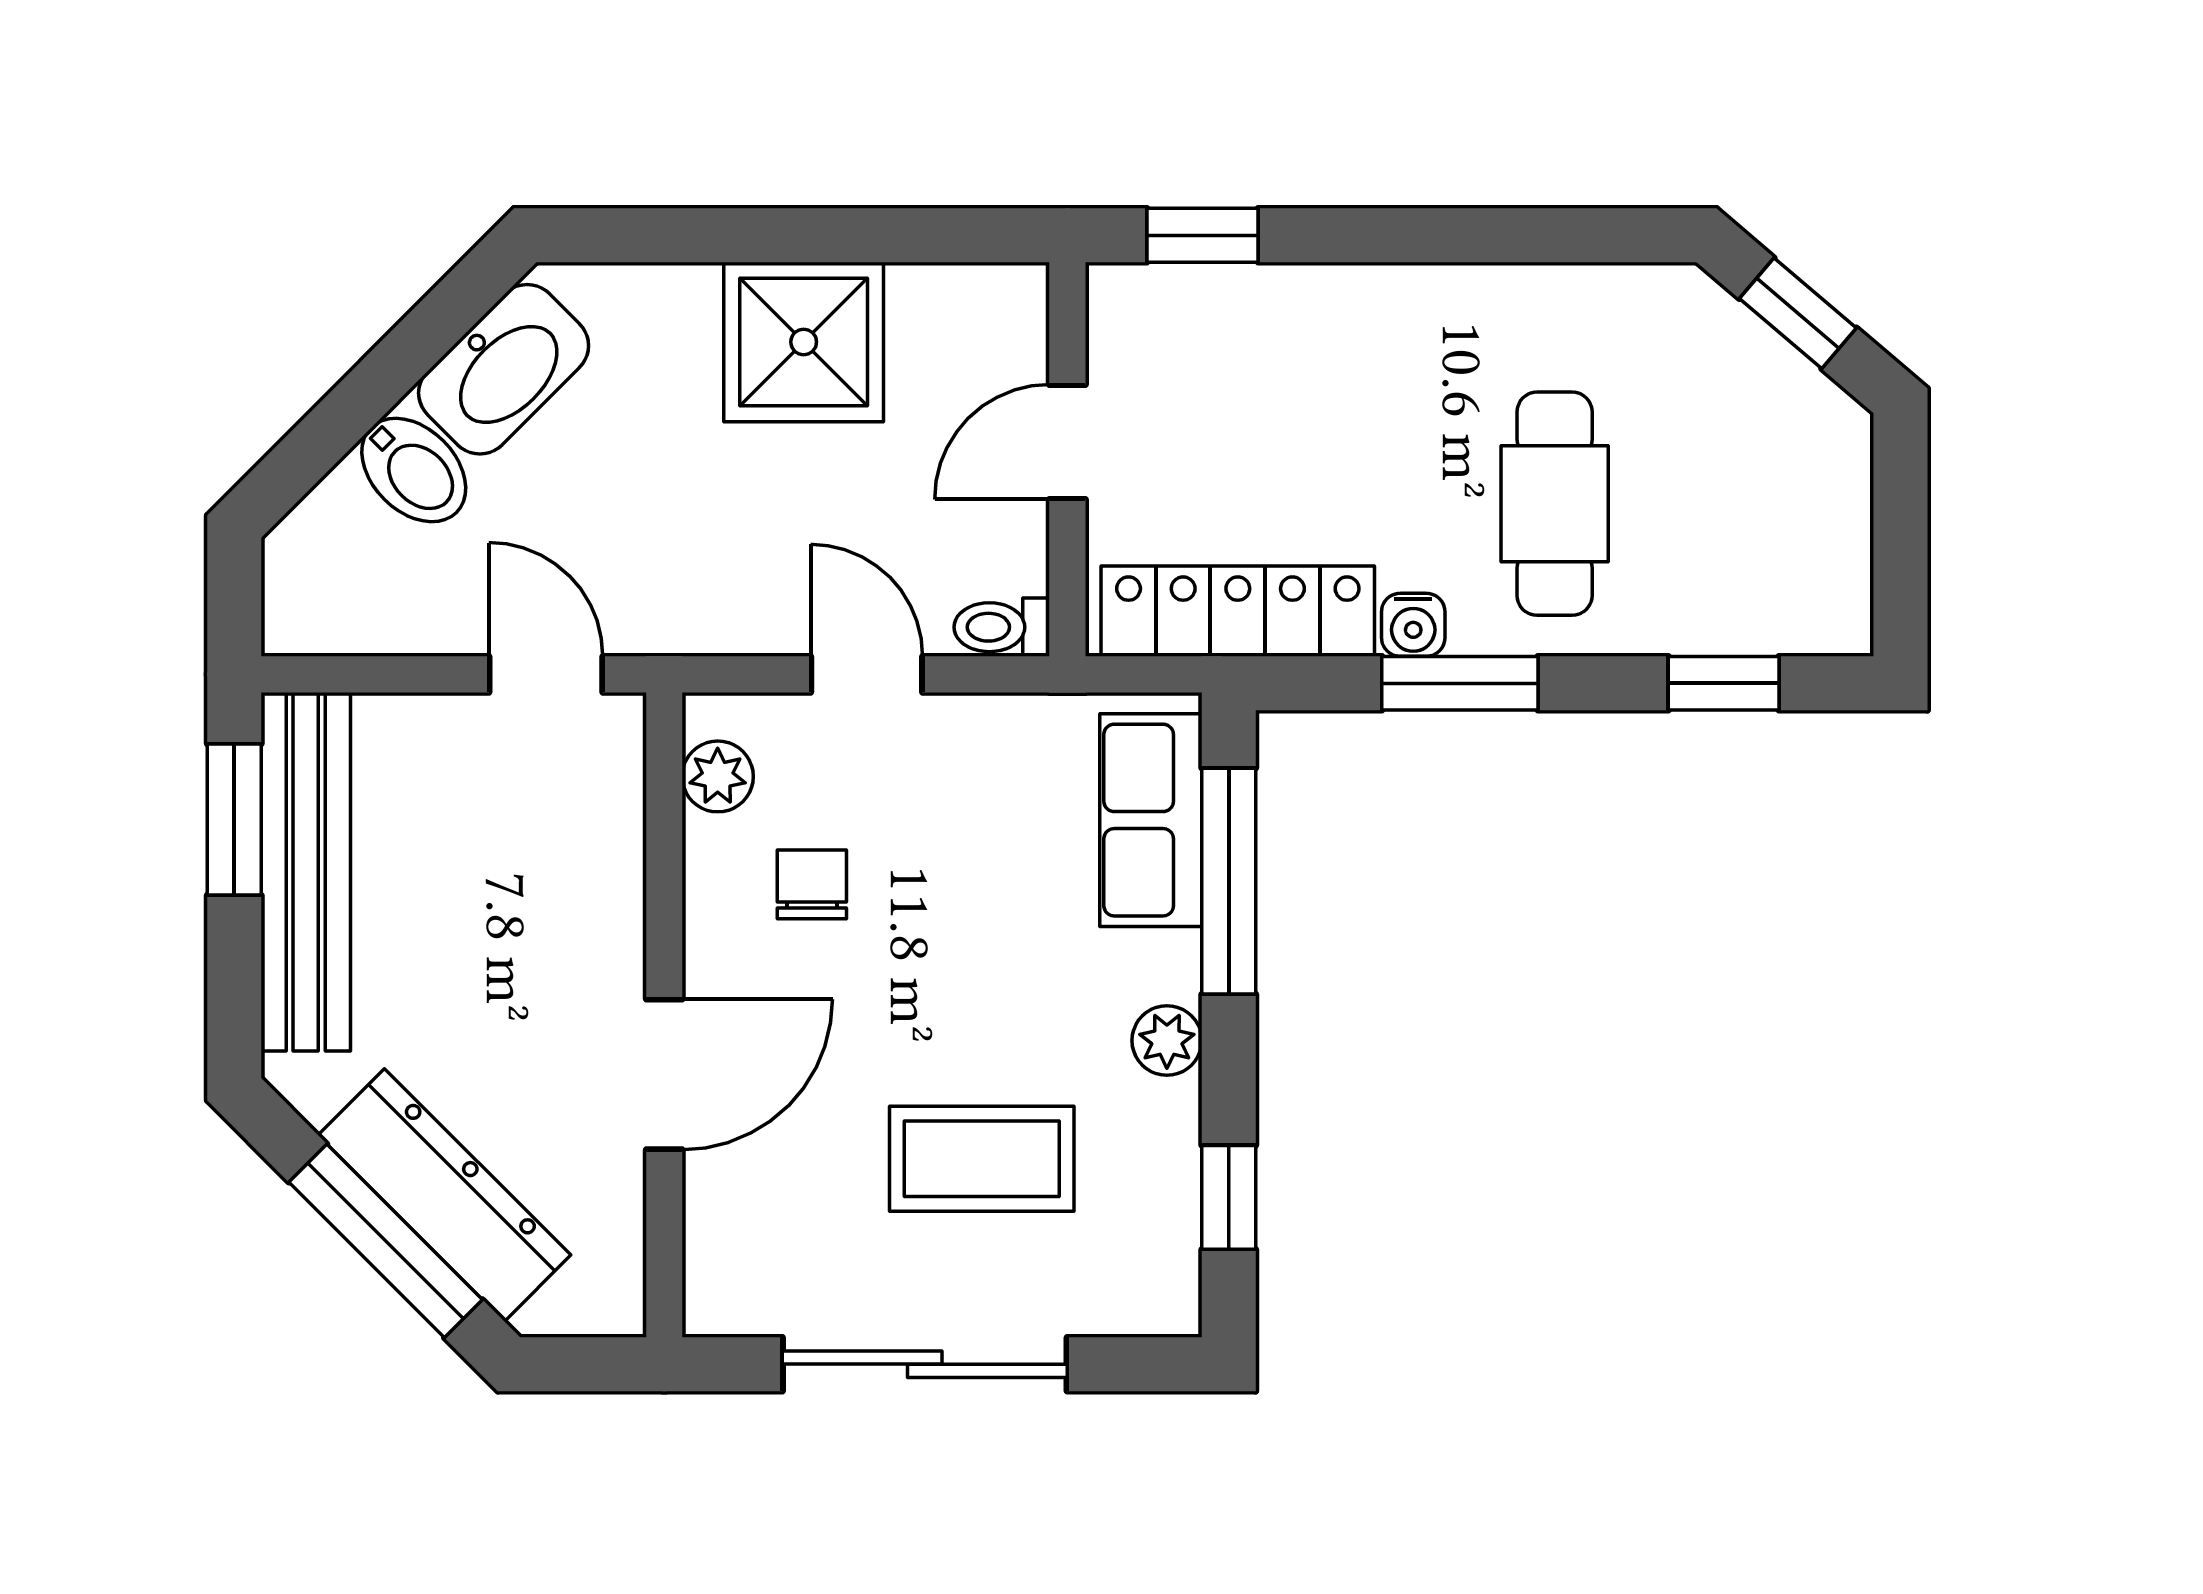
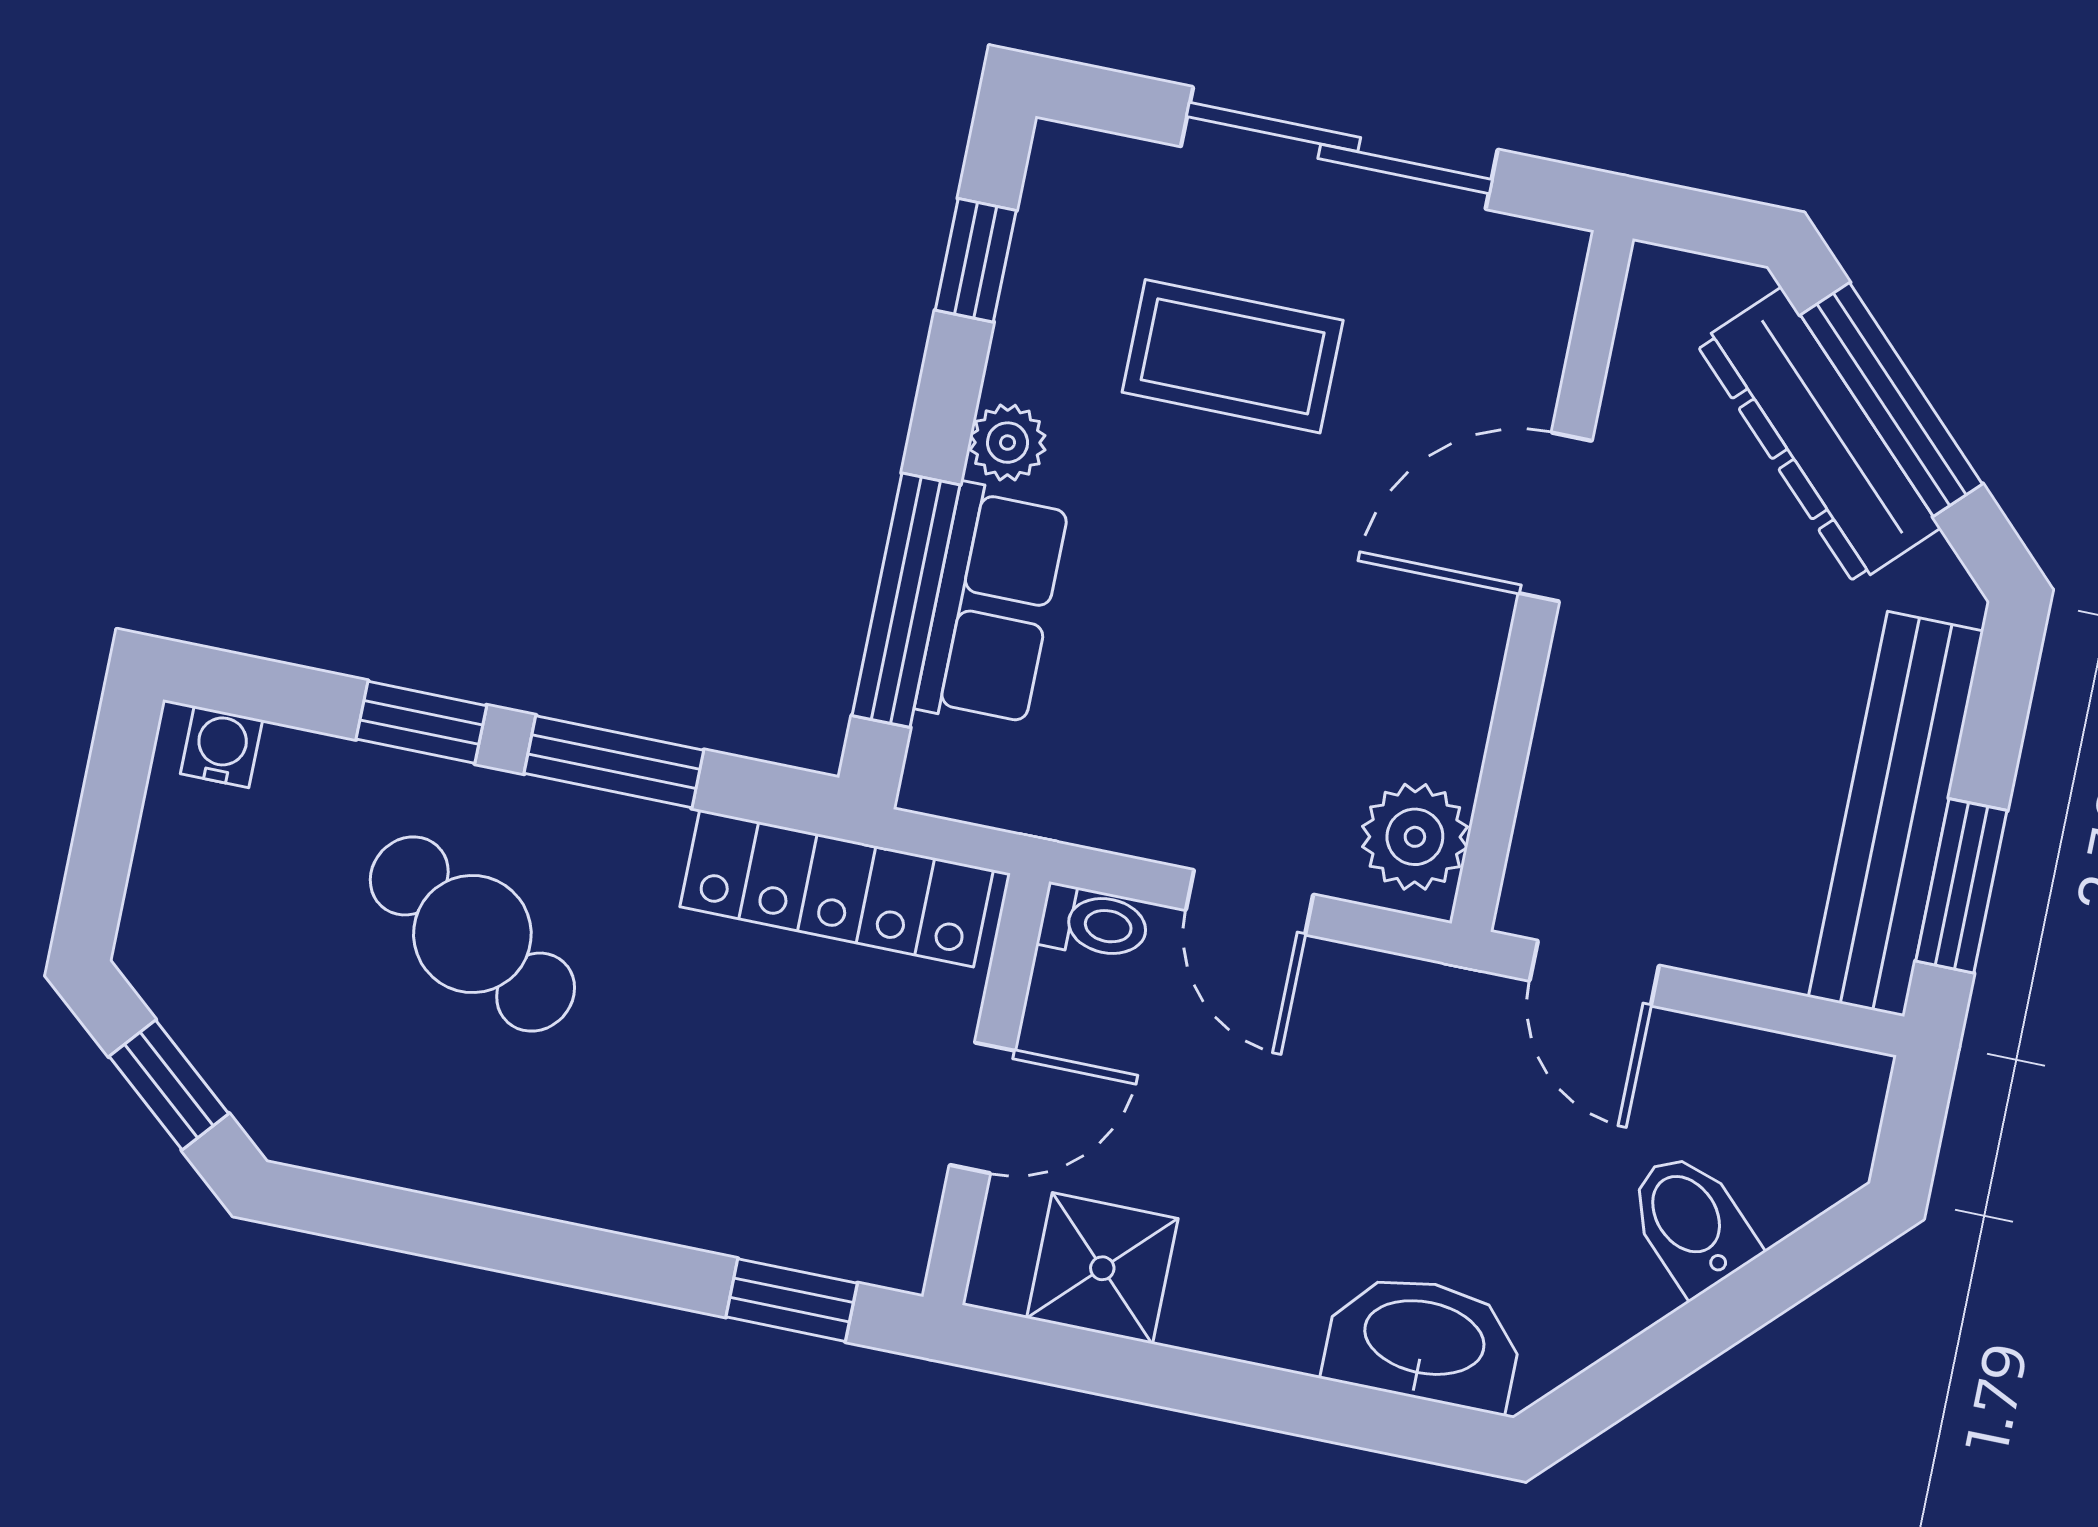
shower: (804, 342) -> (1102, 1268), moved, width x0.73, depth x0.73
washbasin: (504, 369) -> (1424, 1341), moved, turned 45
cafe table: (1555, 504) -> (472, 934), turned -59
water cooler: (1413, 625) -> (222, 747), moved
window: (1724, 683) -> (421, 722), moved
plant: (718, 776) -> (1415, 837), width x1.38, depth x1.38
row of seats: (1151, 820) -> (992, 606), moved
chair: (812, 884) -> (1355, 689), removed

